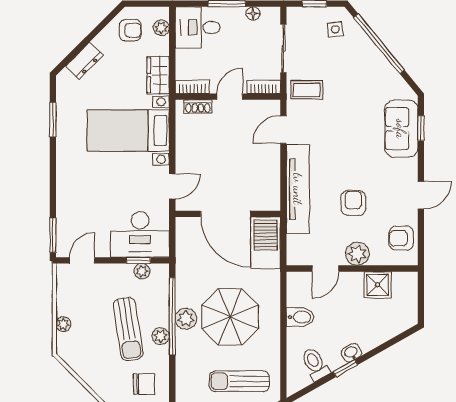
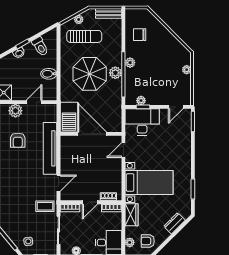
sun lounger: (128, 329) -> (149, 67), removed

